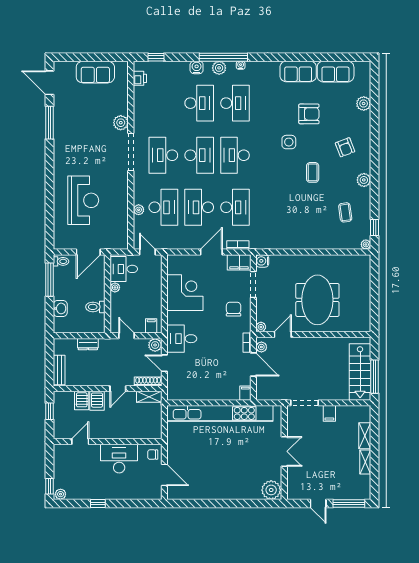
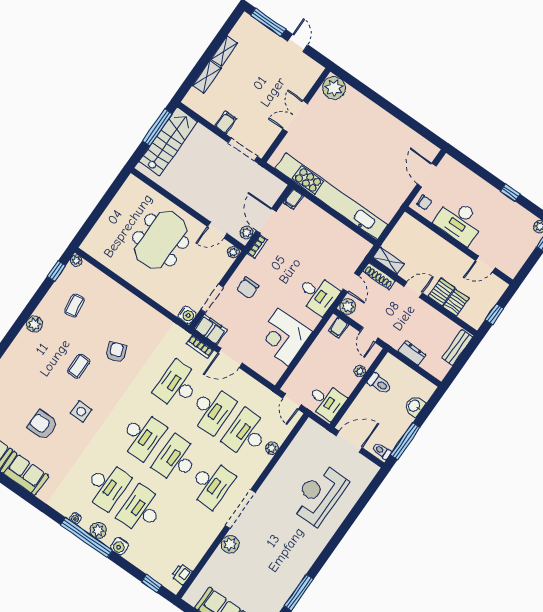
desk: (235, 103) -> (107, 486), turned 180
armchair: (345, 147) -> (116, 352), moved
plant: (115, 287) -> (360, 371), moved

